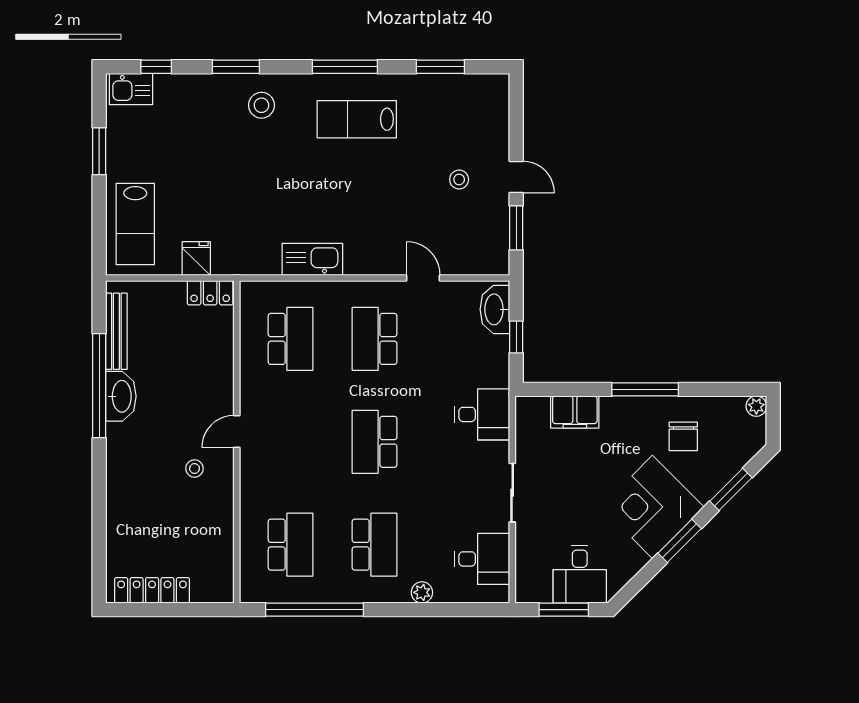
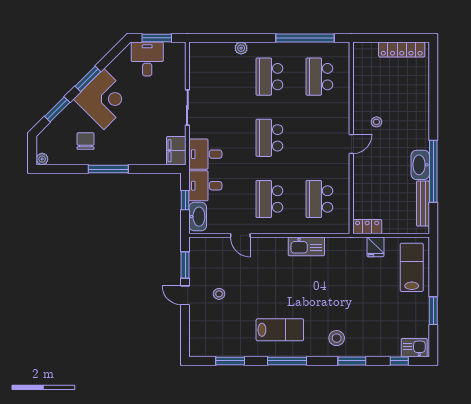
school desk: (374, 339) -> (269, 199), turned 180
filing cabinet: (575, 412) -> (176, 151), moved, turned -90
school desk: (374, 442) -> (269, 138), turned 180
desk: (482, 559) -> (205, 186), moved

